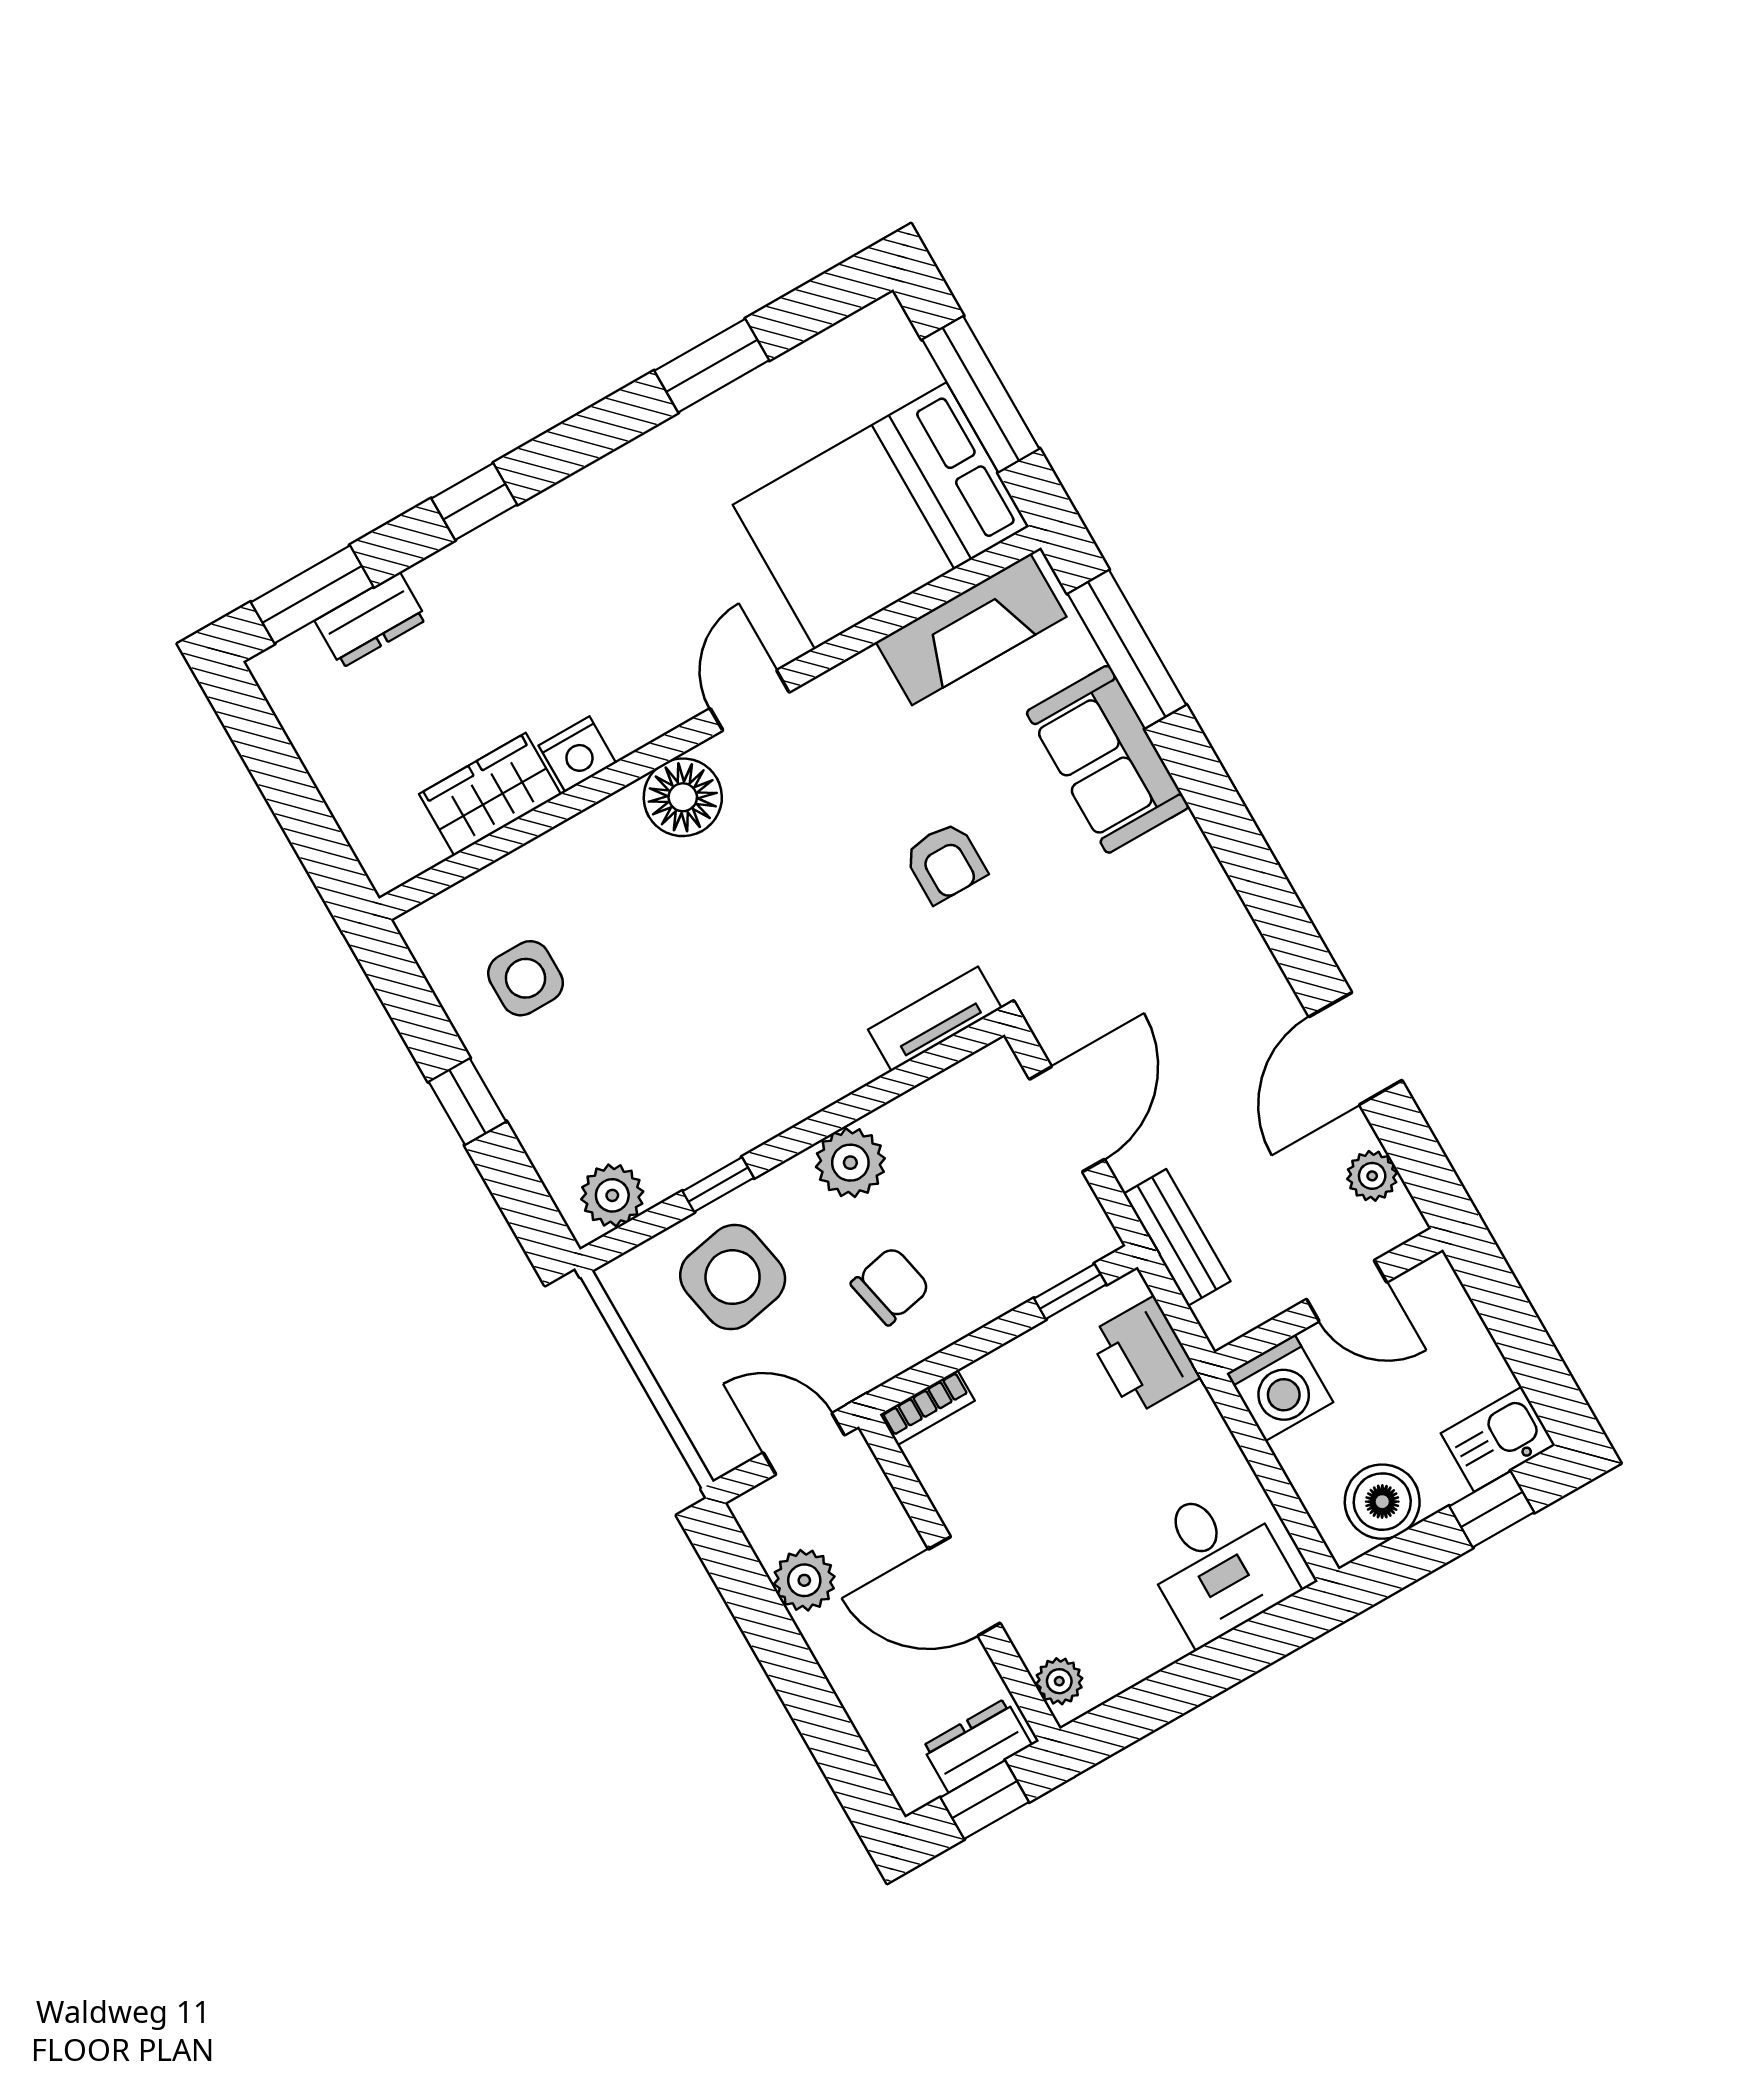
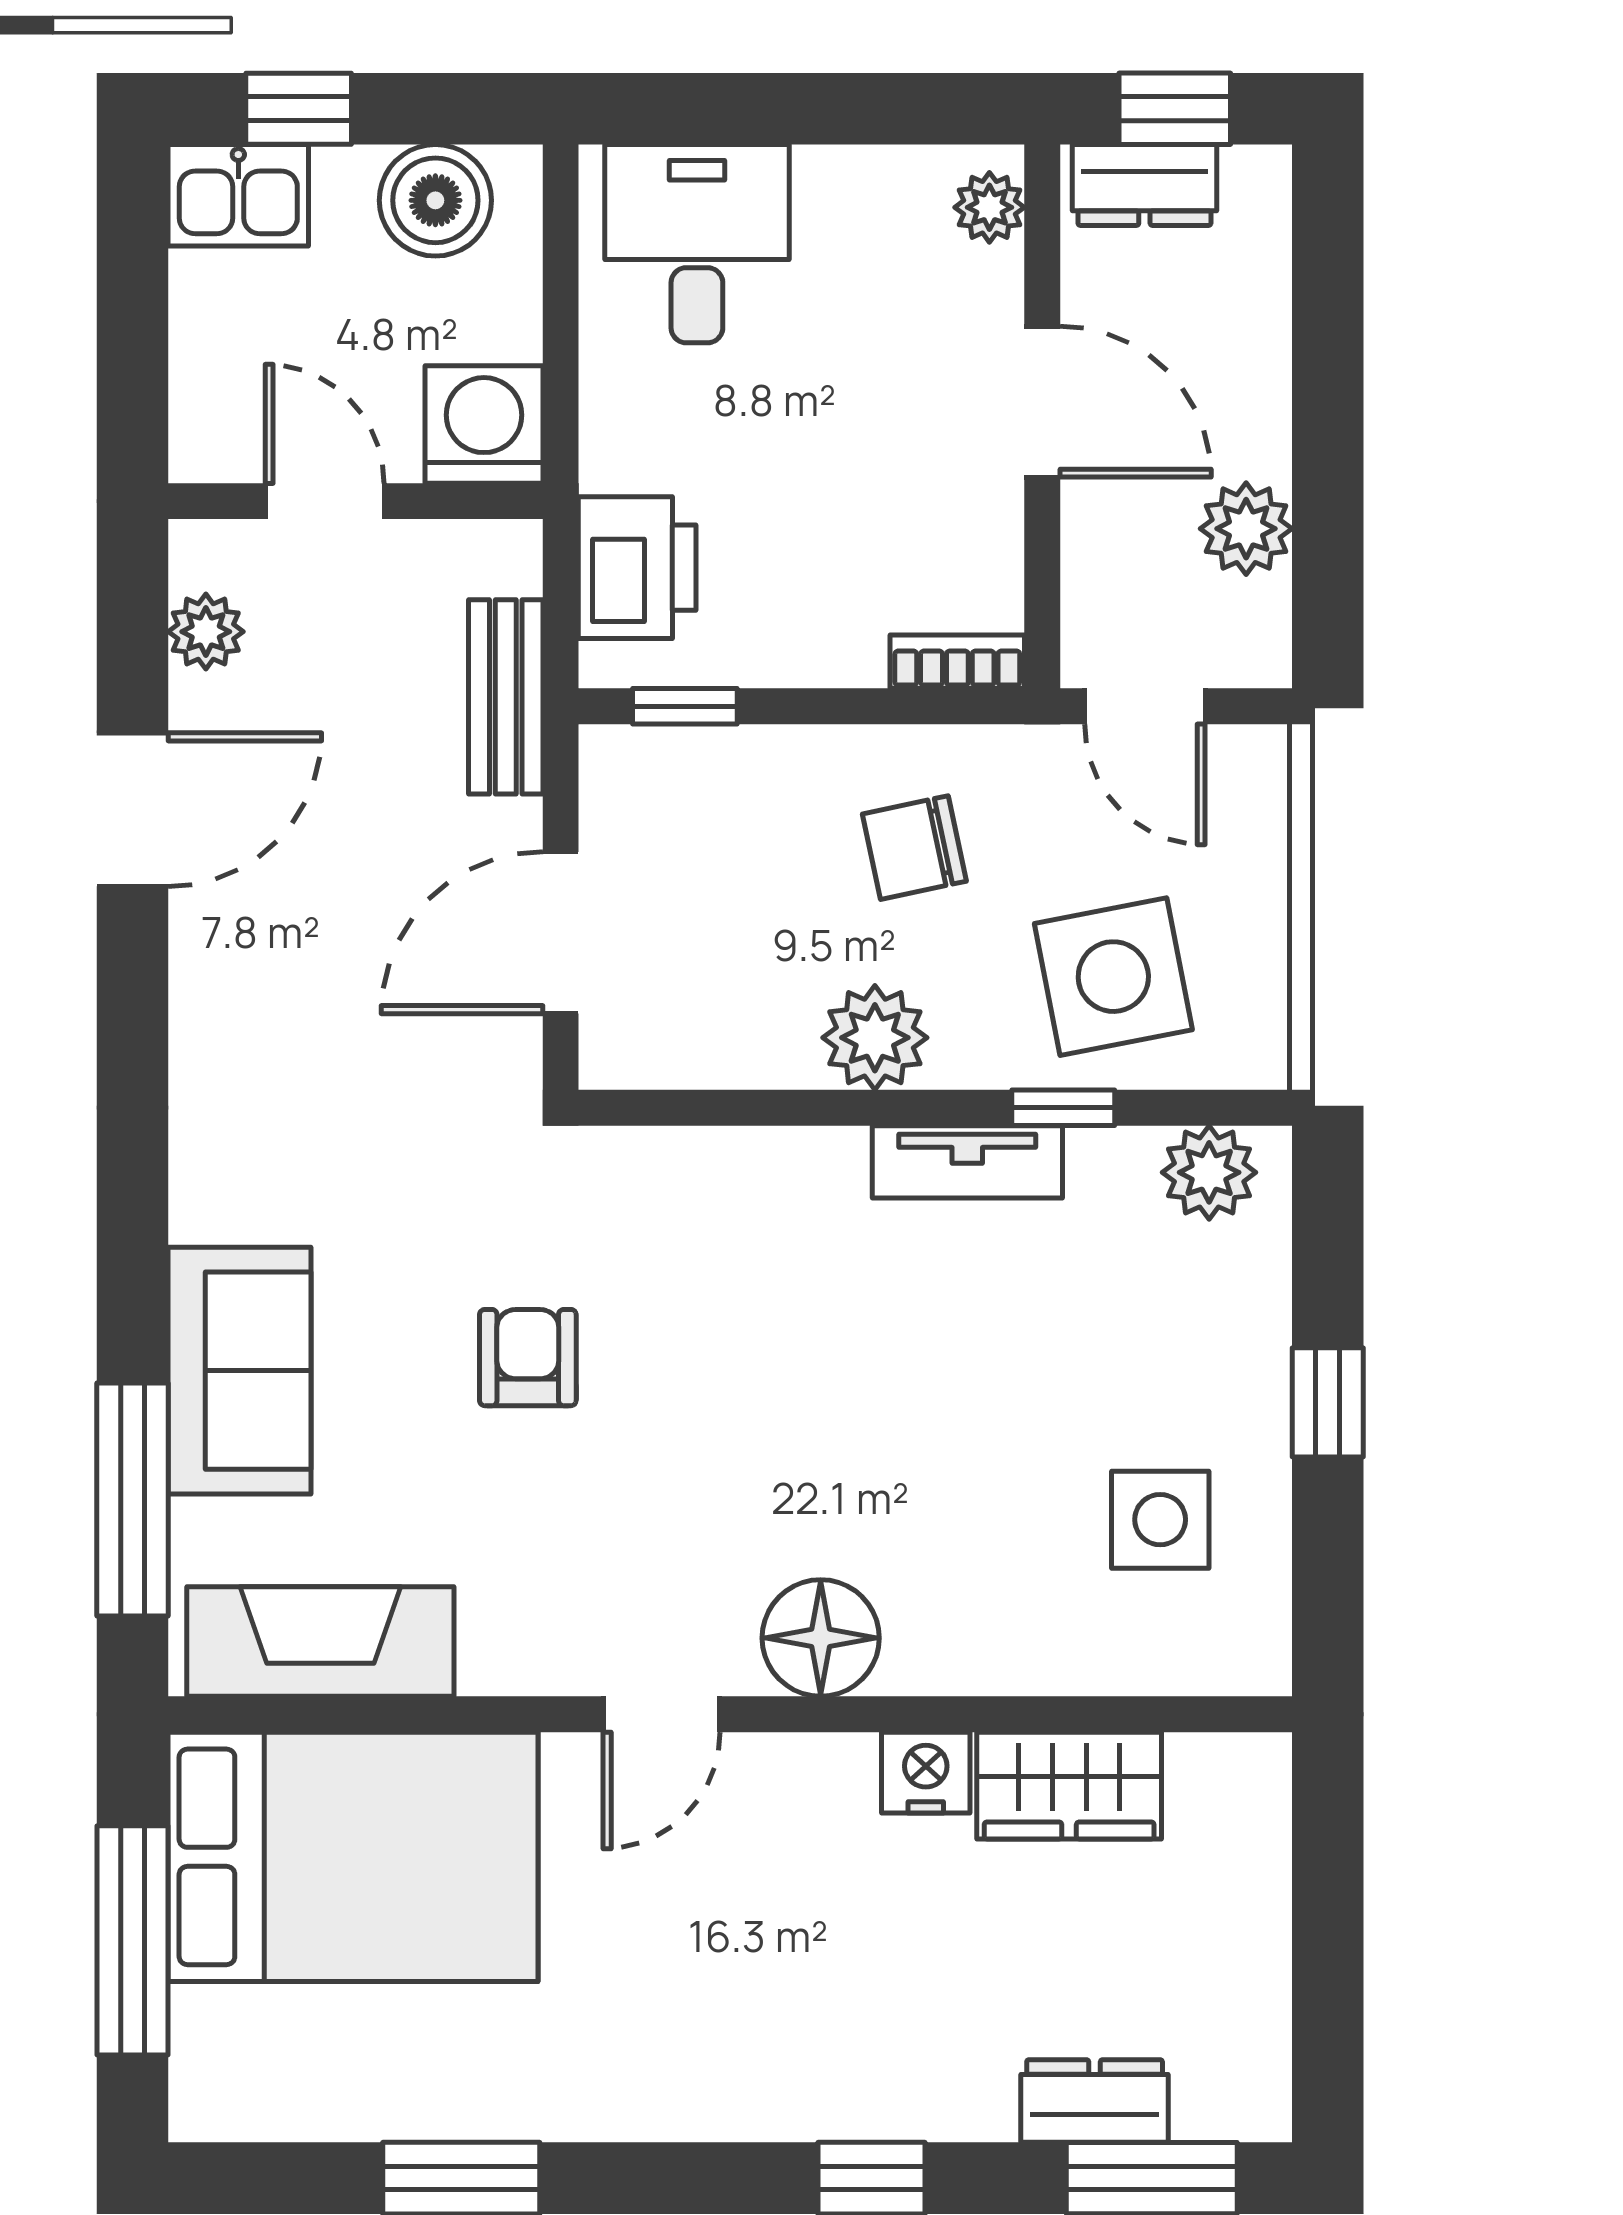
tv unit: (935, 1019) -> (967, 1162), moved

